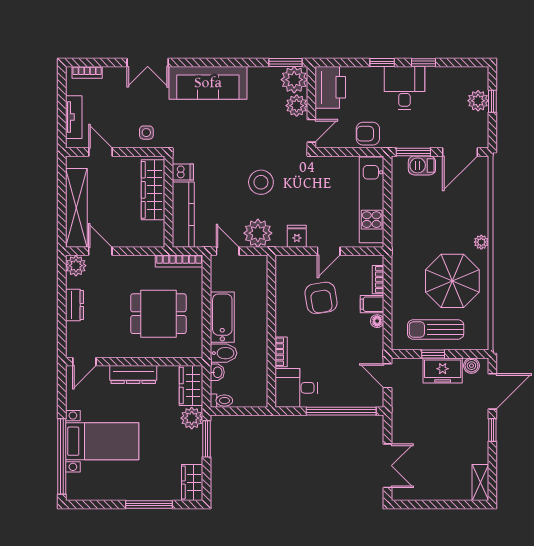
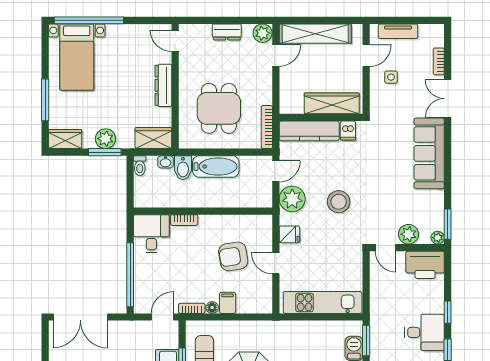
bookcase: (87, 72) -> (439, 61), moved
plant: (294, 80) -> (438, 238), width x0.53, depth x0.53
side table: (146, 133) -> (391, 77), moved
armchair: (368, 134) -> (383, 299), removed
bookcase: (378, 280) -> (192, 308), moved
plant: (192, 418) -> (105, 139), moved
bed with nightstands: (102, 441) -> (77, 57), moved
double door: (388, 466) -> (80, 317), width x1.37

